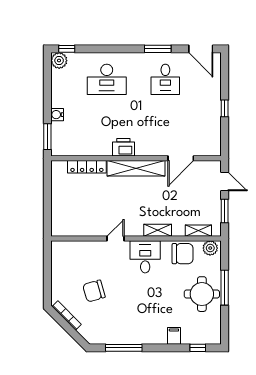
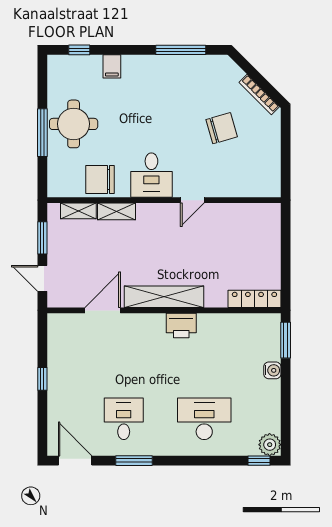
locker: (87, 167) -> (254, 299), moved
shelving: (158, 230) -> (117, 211), moved
plant: (210, 248) -> (62, 187), removed

